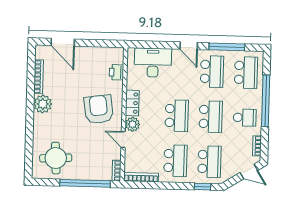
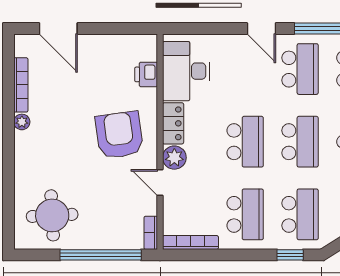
desk: (153, 63) -> (186, 71), moved, turned -90
plant: (43, 104) -> (22, 122), width x0.53, depth x0.53

